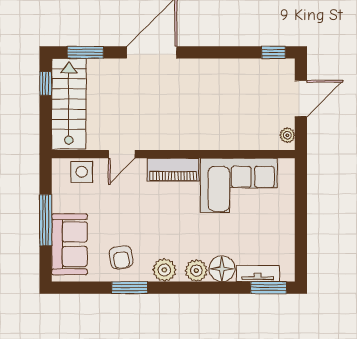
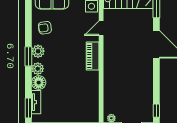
door: (122, 154) -> (101, 28), hinge flipped
corner sofa: (239, 185) -> (84, 92), removed
window: (130, 288) -> (28, 56), moved

